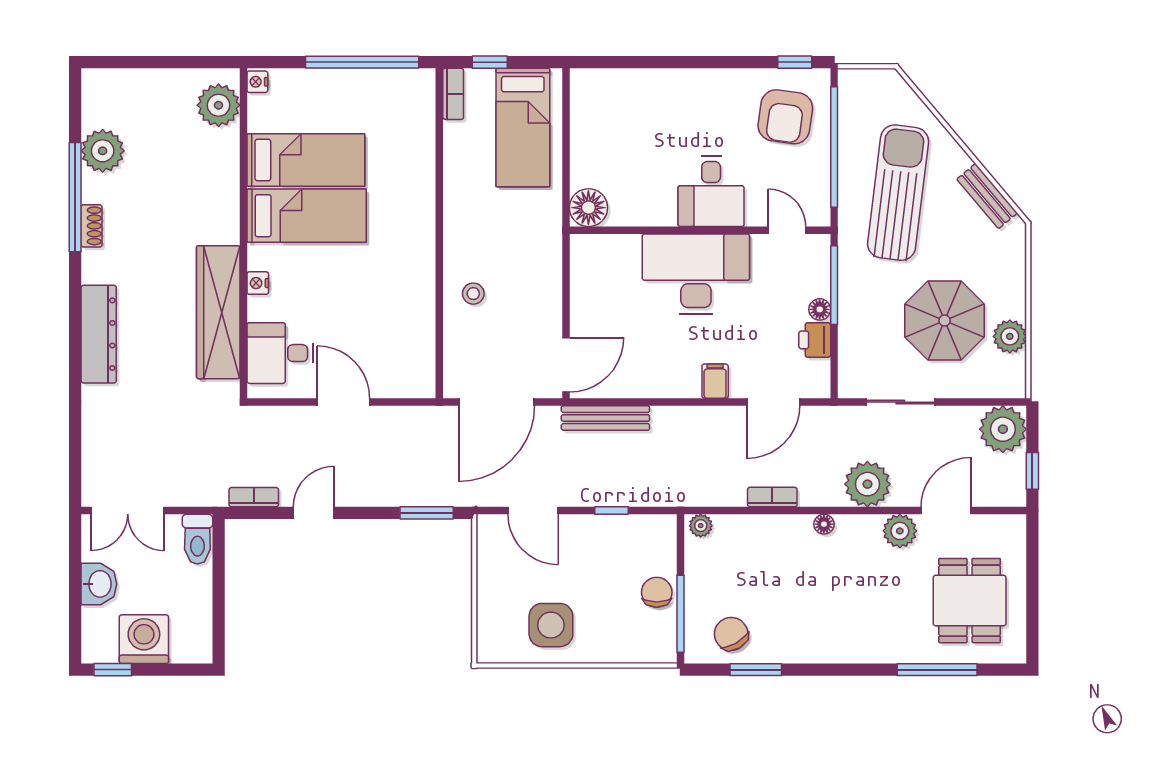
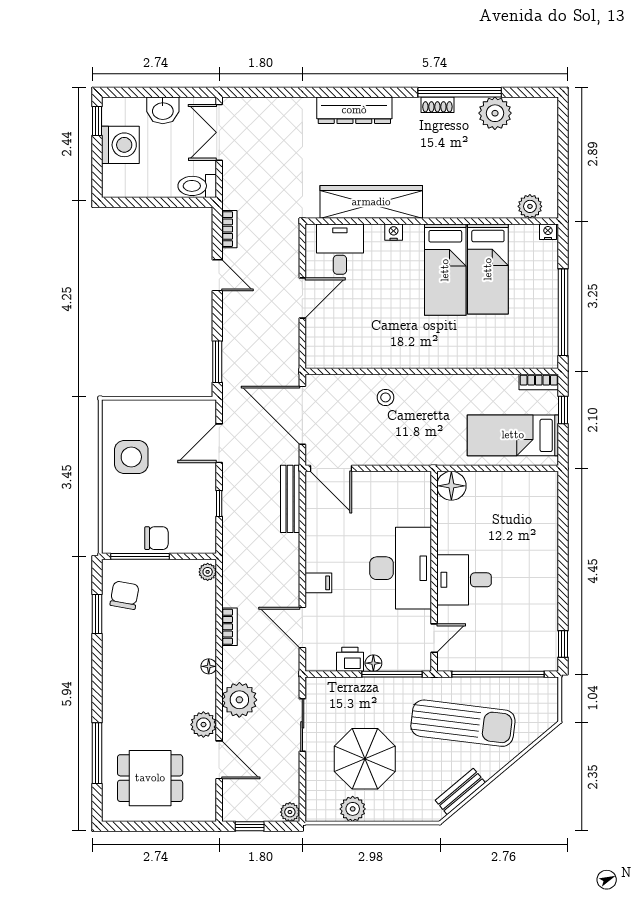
plant: (219, 105) -> (530, 206), width x0.73, depth x0.73
armchair: (785, 117) -> (521, 637), removed
plant: (1003, 429) -> (290, 812), width x0.53, depth x0.53
chair: (731, 634) -> (125, 595), turned -50

